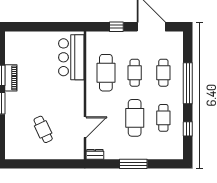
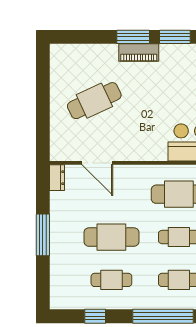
piano: (11, 78) -> (139, 53), moved
cafe table: (43, 129) -> (94, 101), width x1.37, depth x1.35

